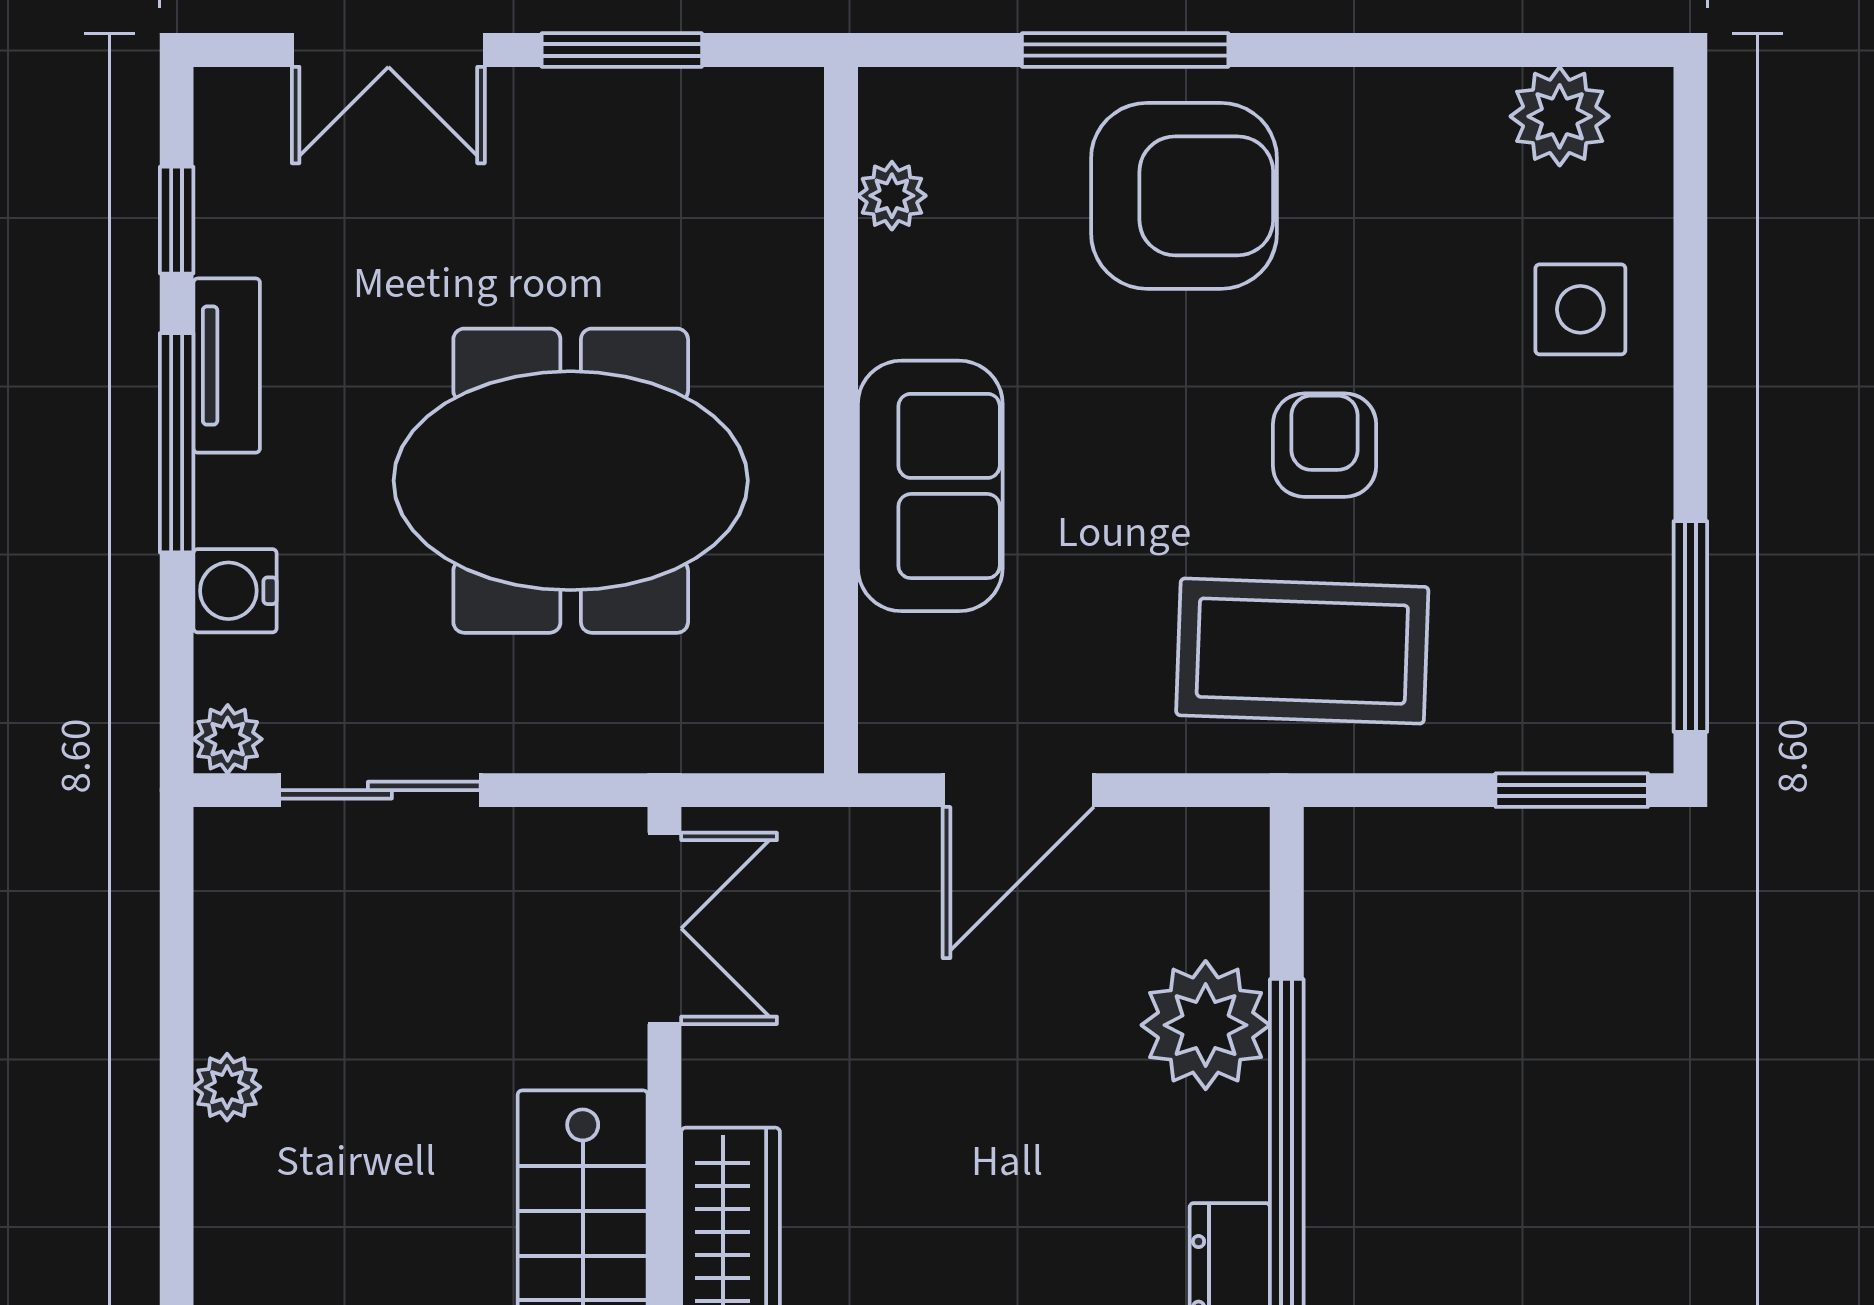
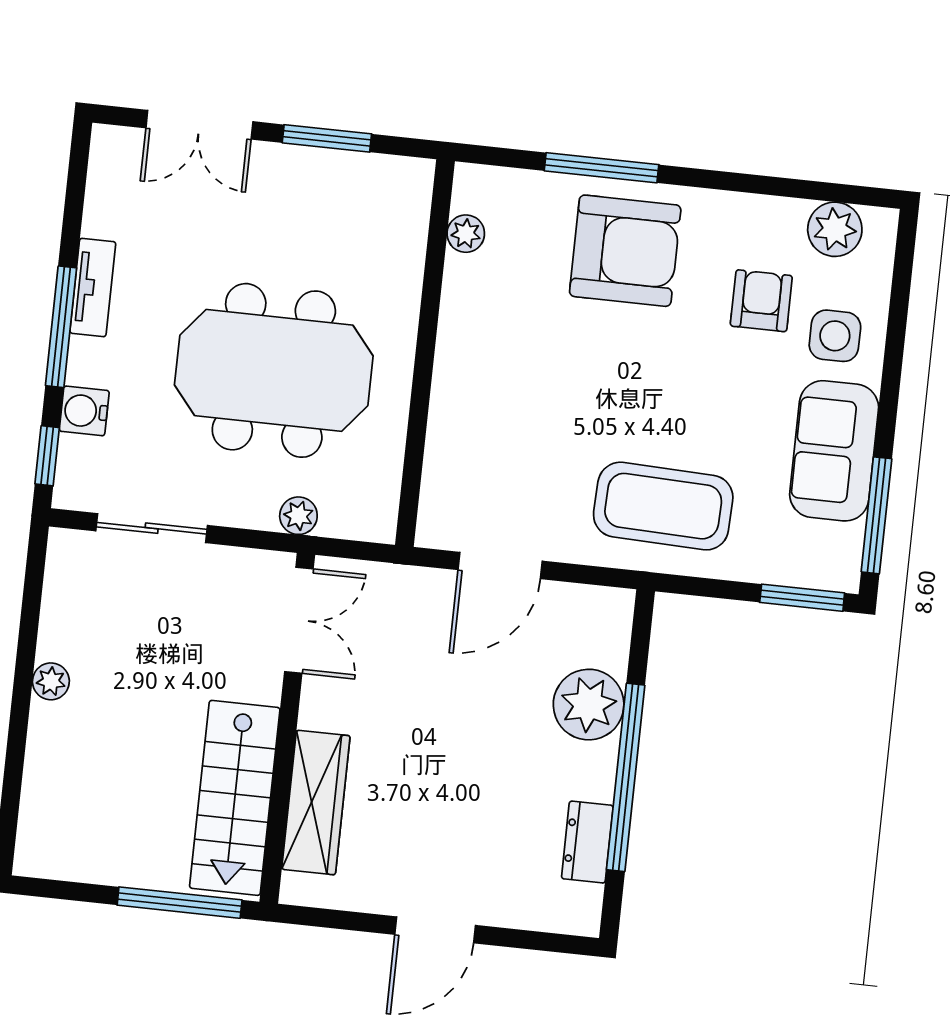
window: (177, 220) -> (47, 456), moved
armchair: (1325, 445) -> (761, 301), moved
sofa: (930, 486) -> (834, 451), moved, turned 180
plant: (228, 739) -> (298, 516), moved

